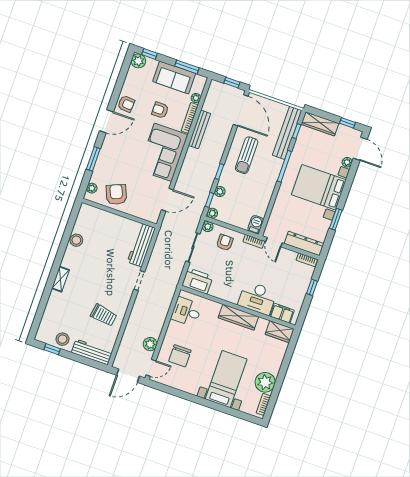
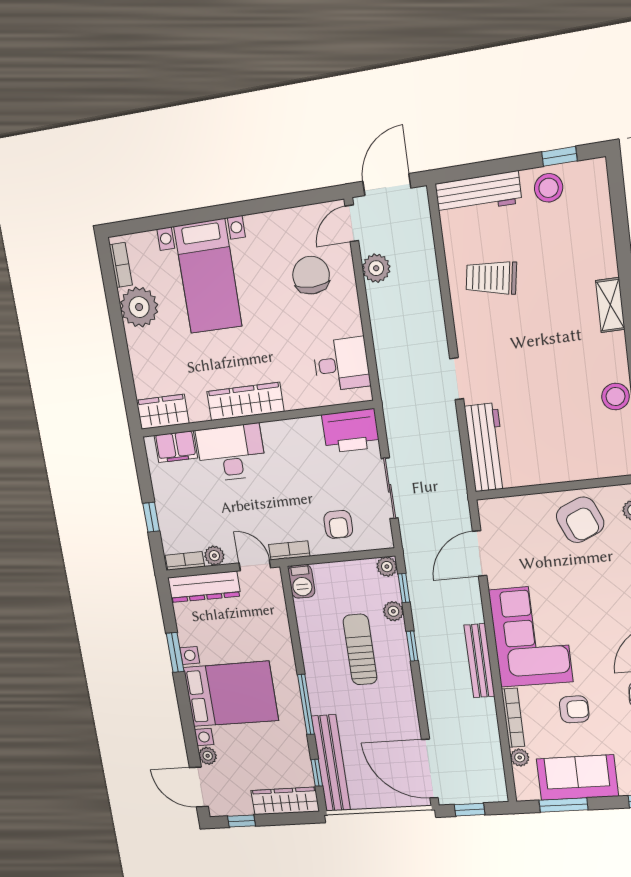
bench: (199, 129) -> (479, 661), moved
sun lounger: (247, 155) -> (360, 650), moved
plant: (208, 227) -> (214, 556), moved

